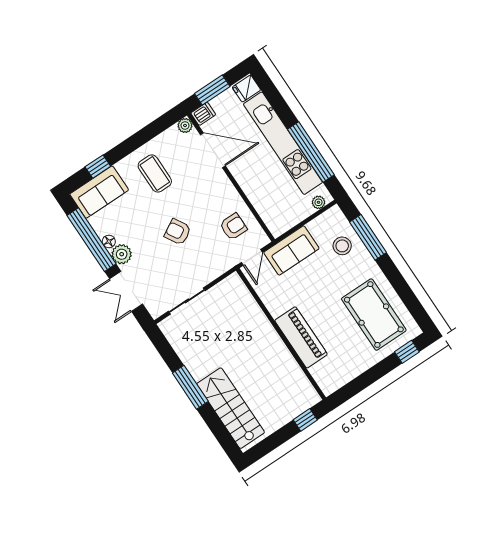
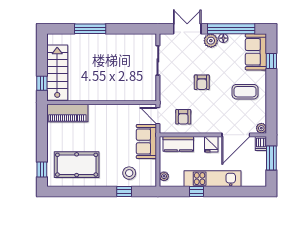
fridge: (246, 89) -> (211, 144), moved, turned 180
kitchen unit: (283, 143) -> (213, 179), width x0.73
window: (311, 152) -> (196, 192), width x0.32
kitchen counter: (269, 211) -> (178, 144), added
armchair: (178, 232) -> (202, 82), turned 120
window: (368, 237) -> (124, 192), width x0.46
piano: (301, 337) -> (67, 113), moved
window: (190, 387) -> (90, 29), moved
stairs: (231, 408) -> (57, 73), moved, turned -90

